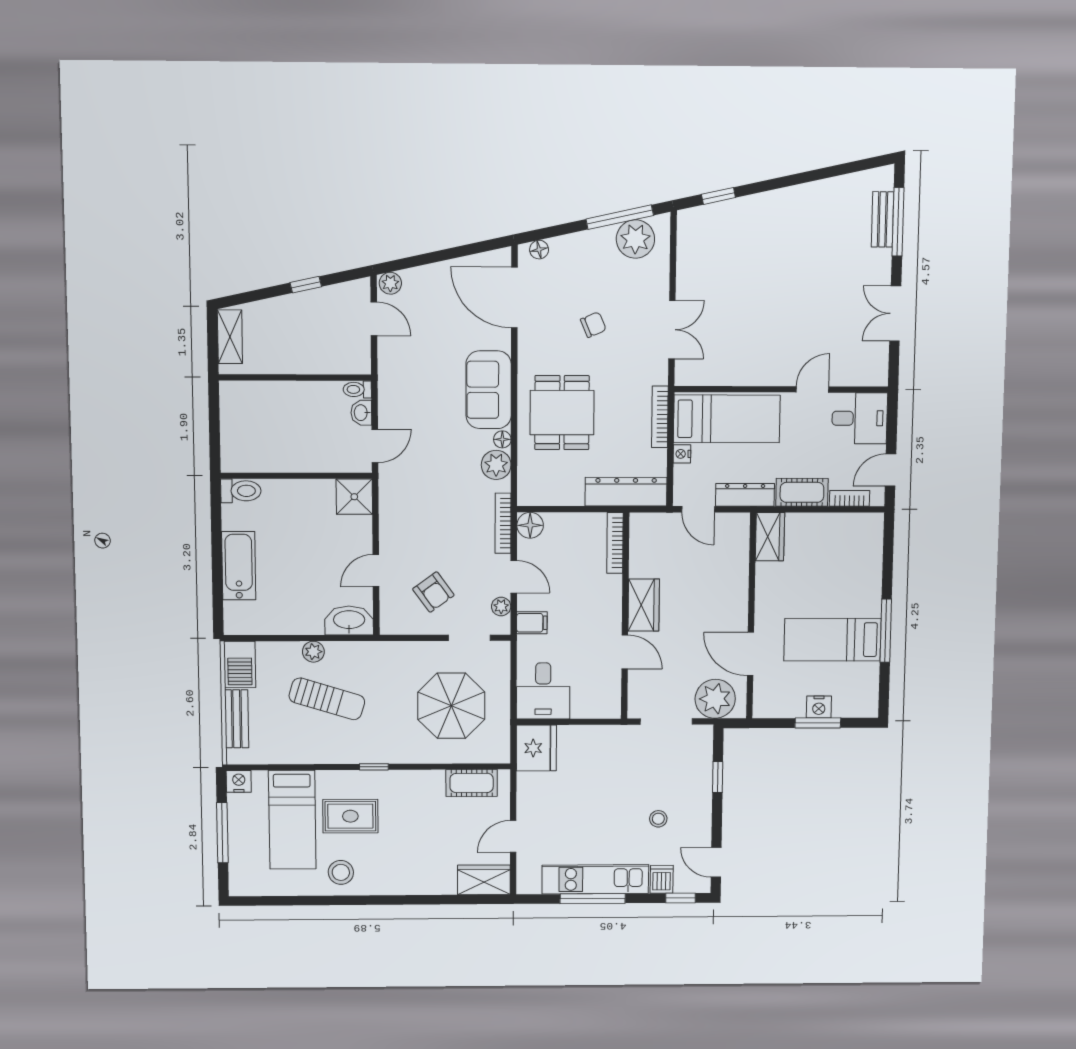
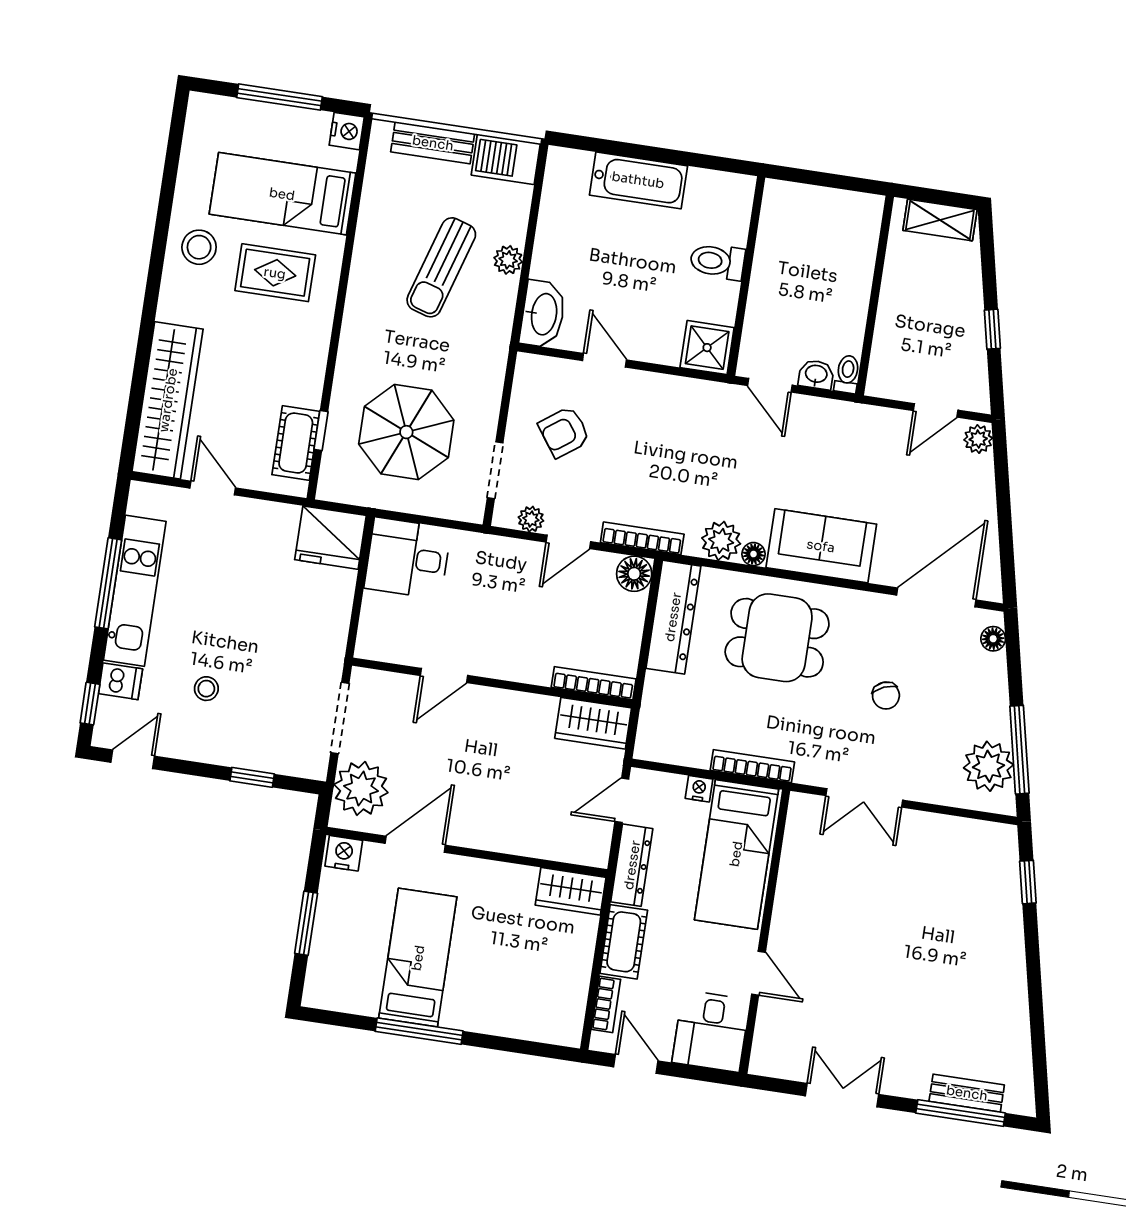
toilet: (241, 491) -> (717, 261), moved, turned 90
dresser: (626, 492) -> (673, 617), moved
wardrobe: (644, 605) -> (593, 723), moved
filing cabinet: (532, 623) -> (503, 557), removed
nightstand: (819, 707) -> (344, 853), moved, turned 90
window: (374, 767) -> (321, 431), moved
rug: (350, 816) -> (275, 273), turned 90
wardrobe: (484, 880) -> (168, 400), width x2.10, depth x1.17

